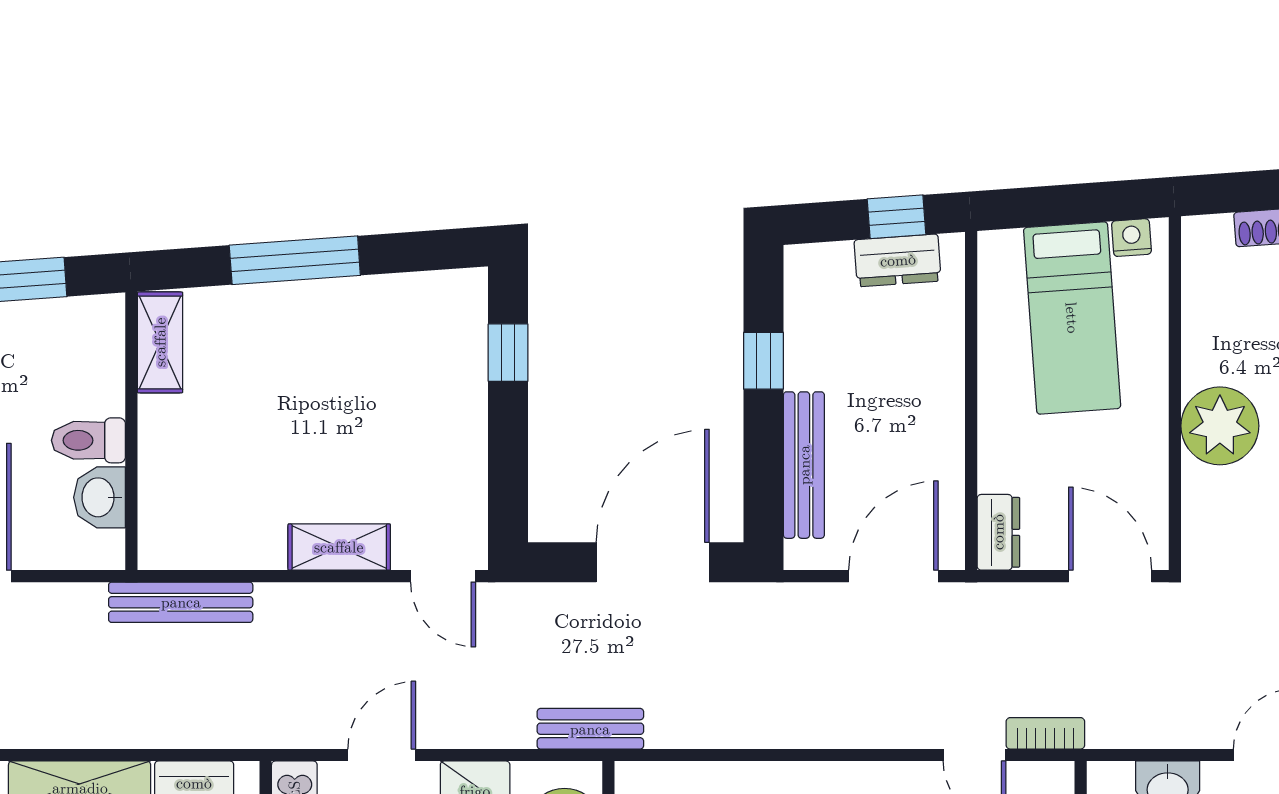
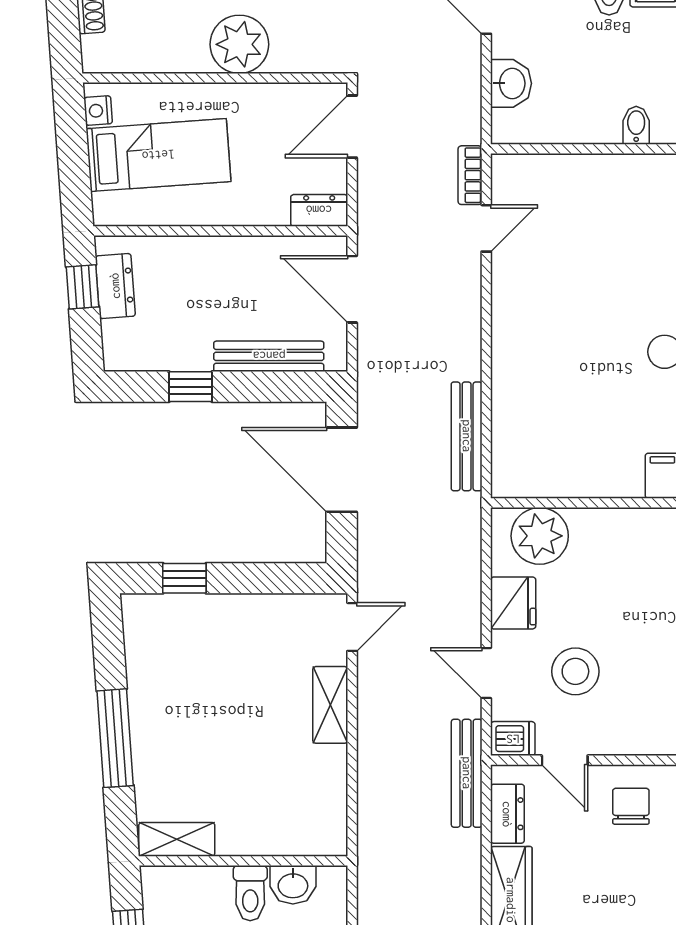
bench: (181, 602) -> (467, 773), moved
bench: (590, 729) -> (467, 436), moved, width x1.36

